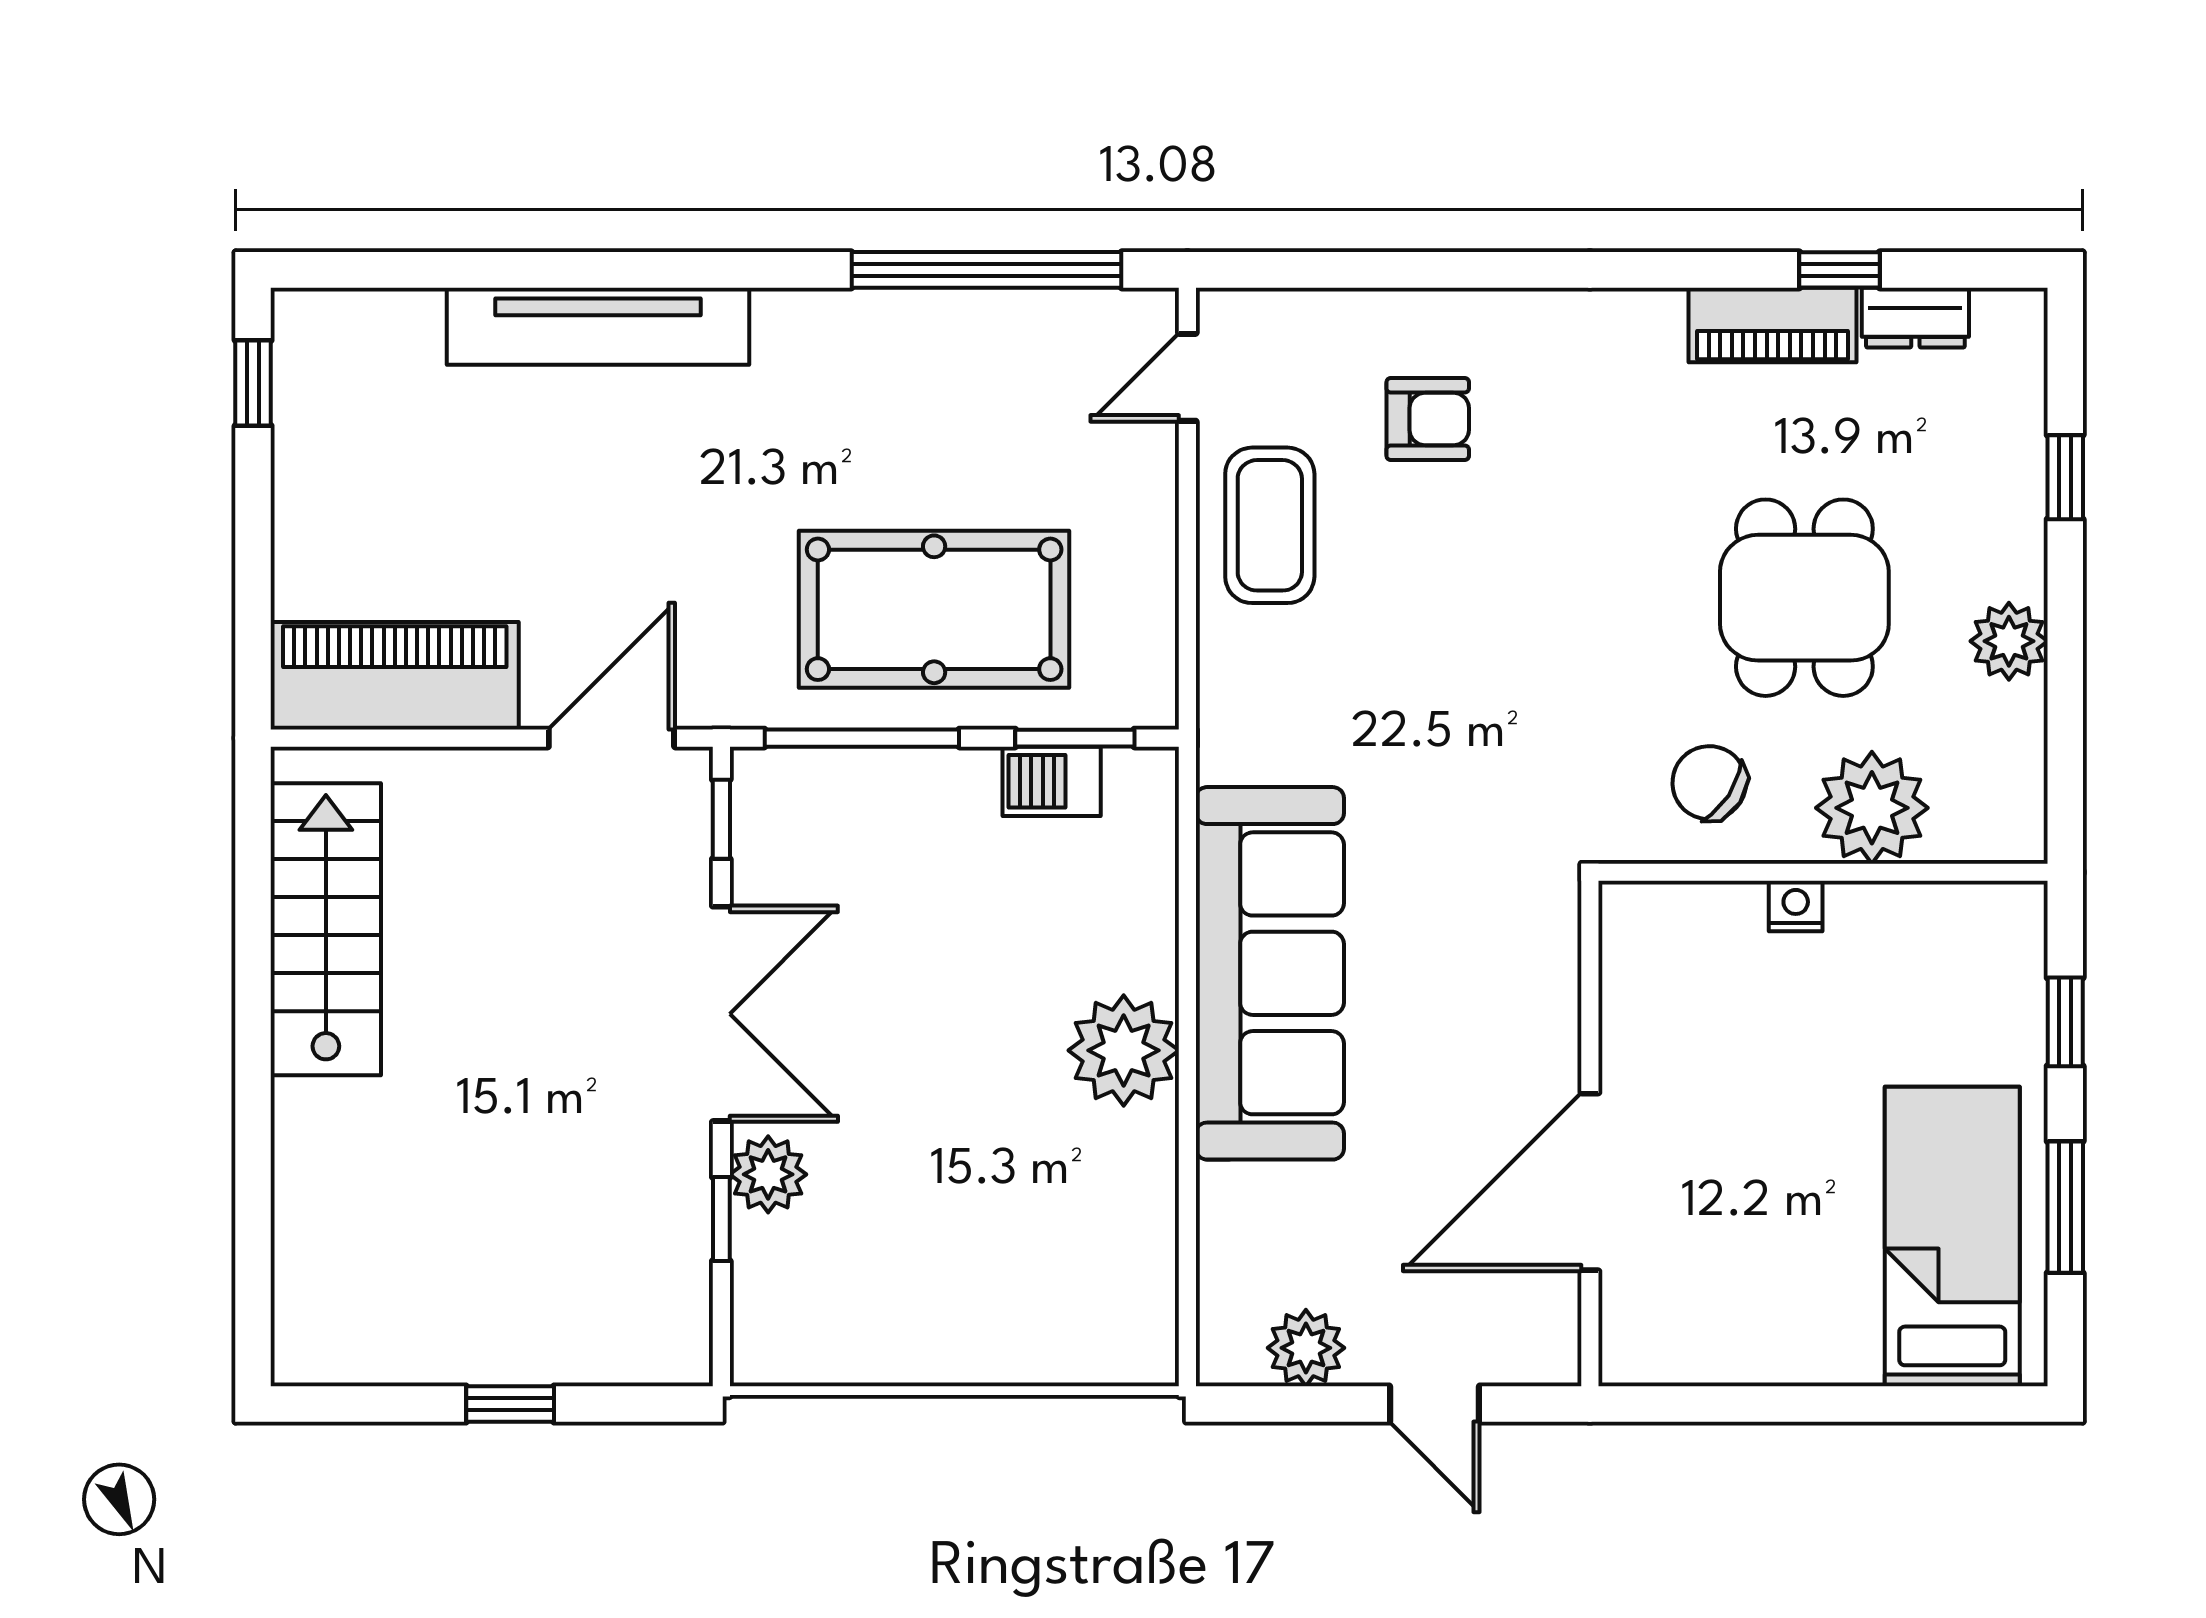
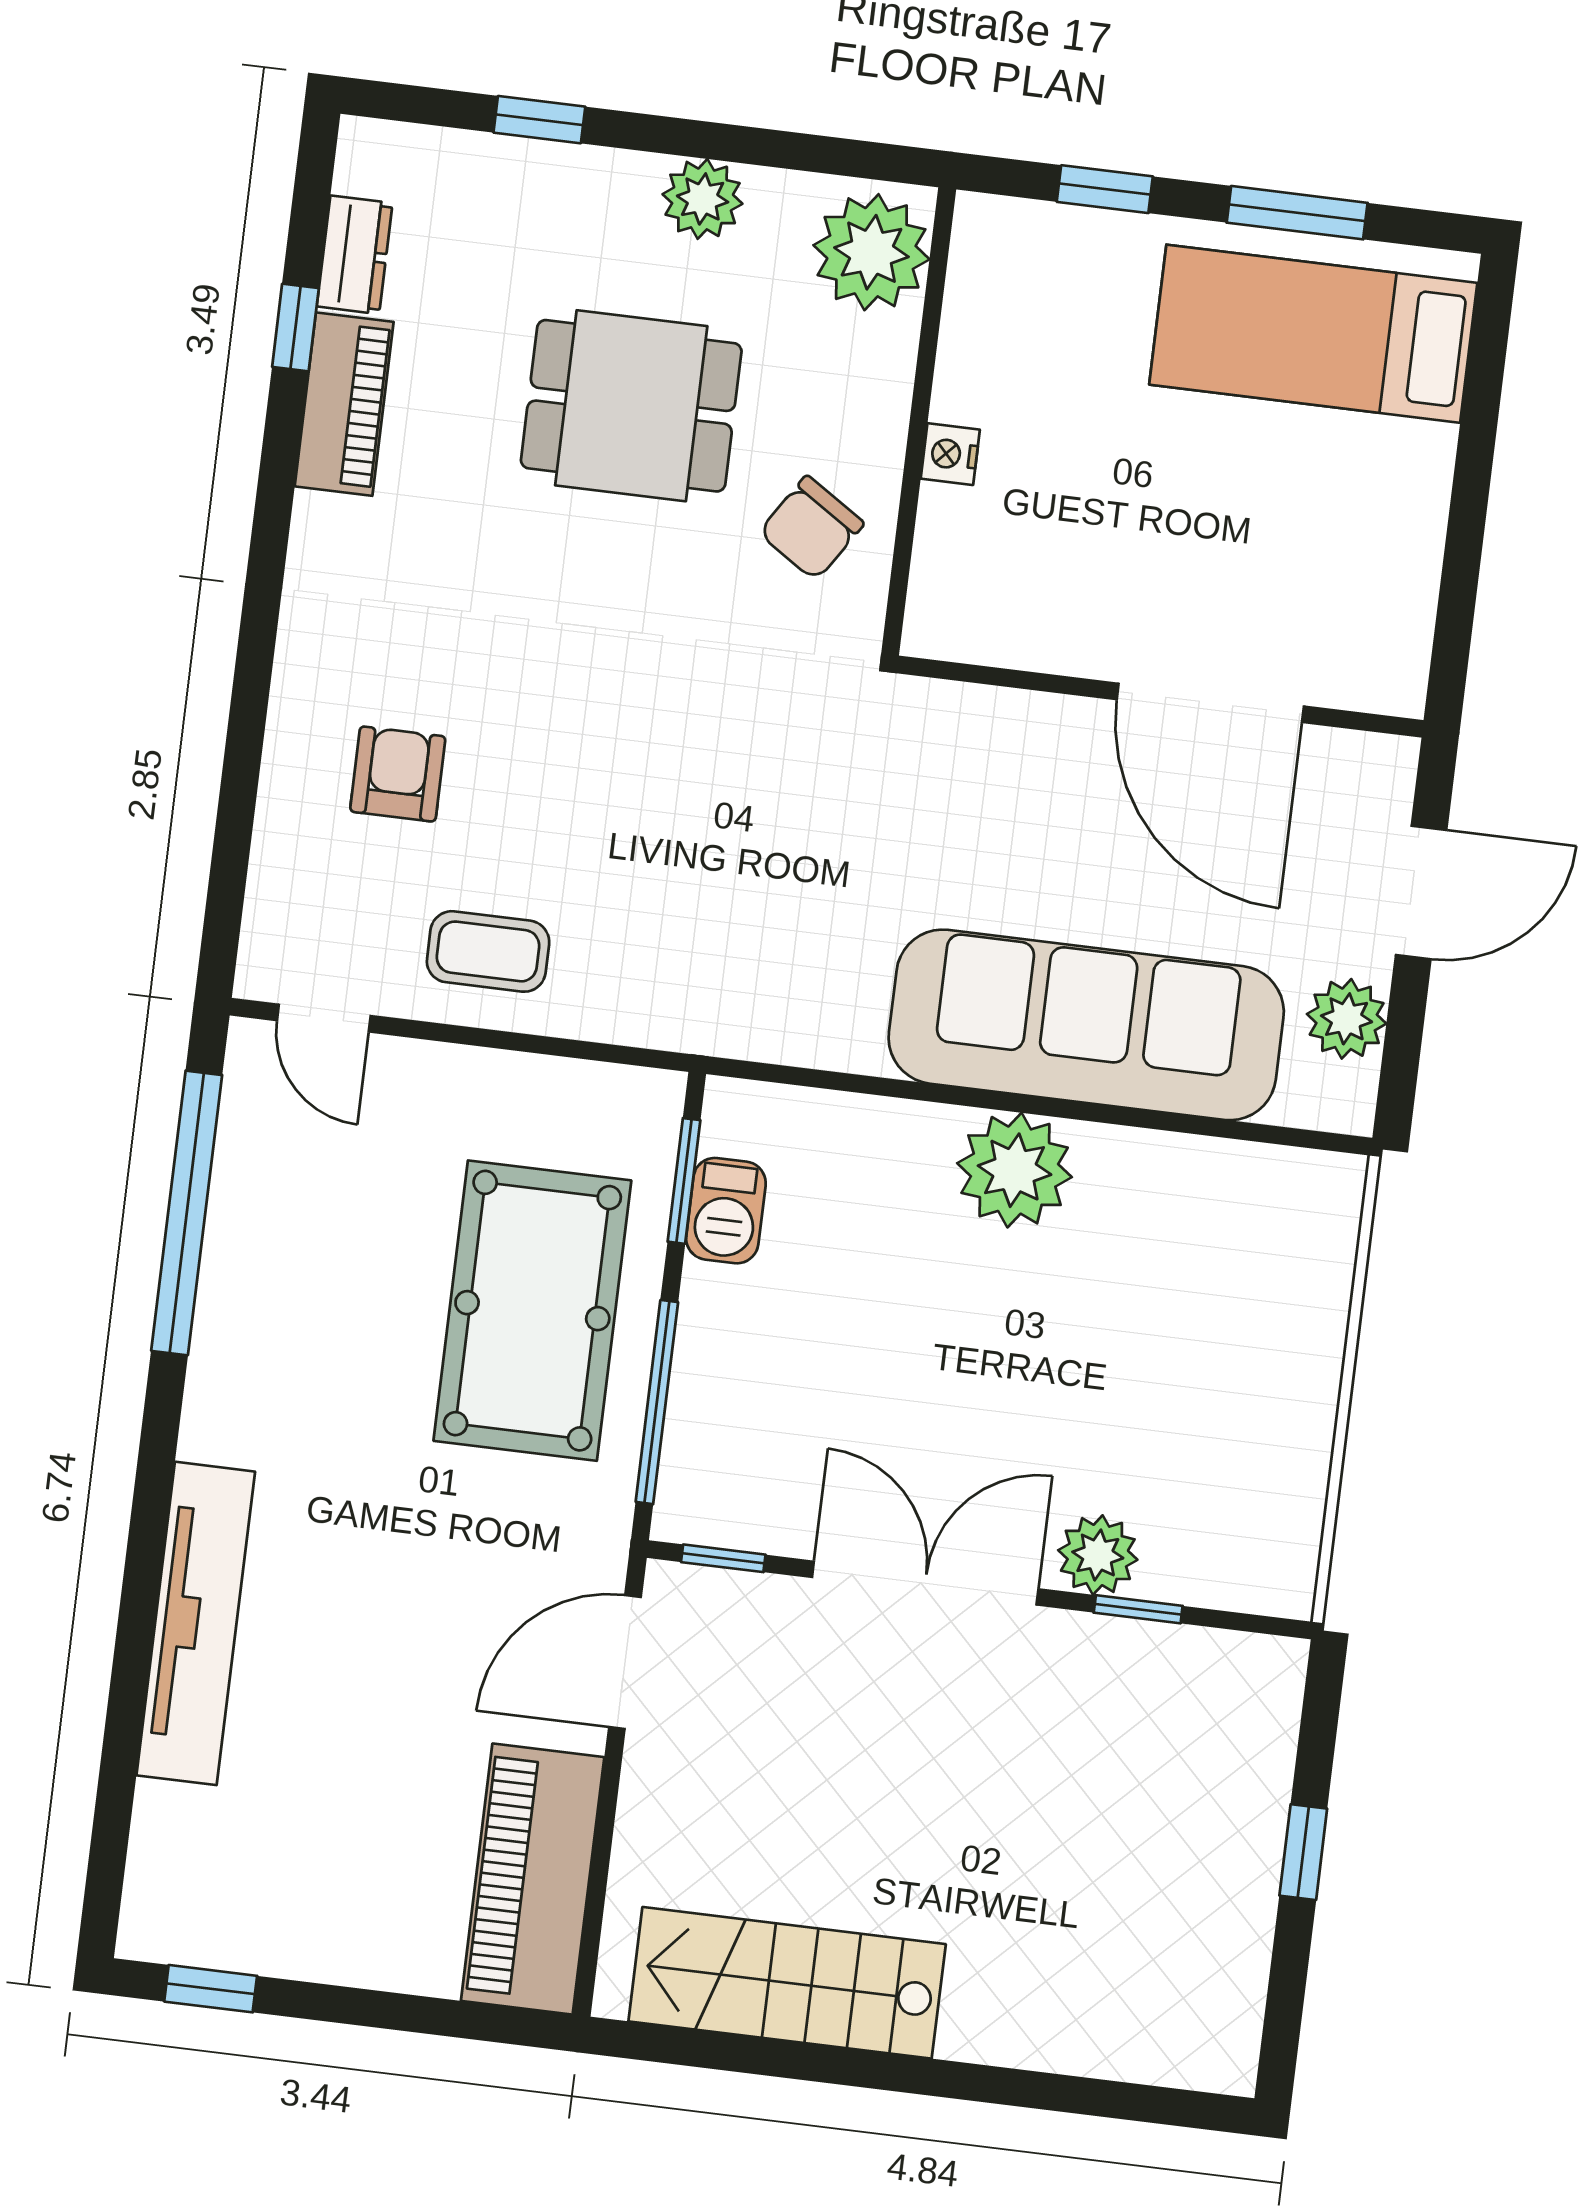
coffee table: (1270, 525) -> (488, 951), width x0.73, depth x0.77
door: (611, 738) -> (625, 1662), hinge flipped
plant: (1872, 808) -> (871, 252), moved
sofa: (1270, 973) -> (1086, 1025), moved
door: (1434, 1404) -> (1421, 892), width x1.38

